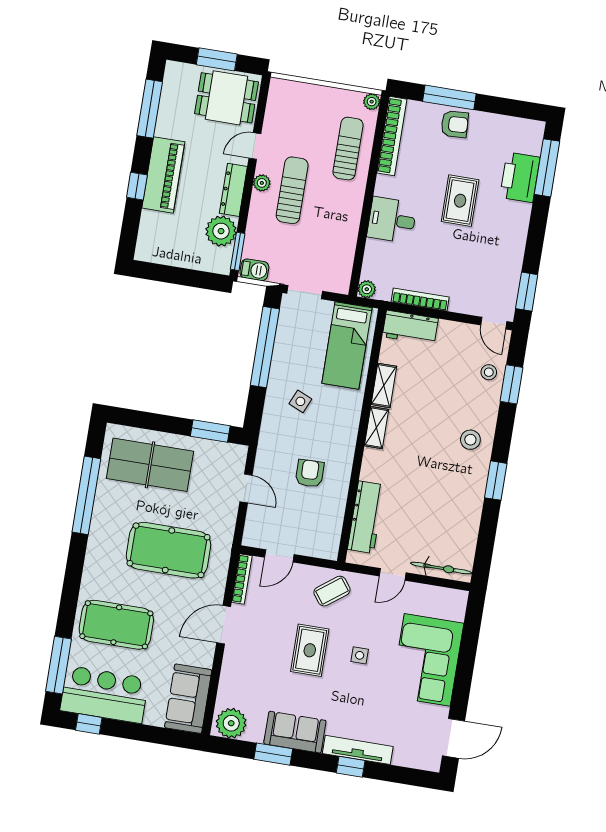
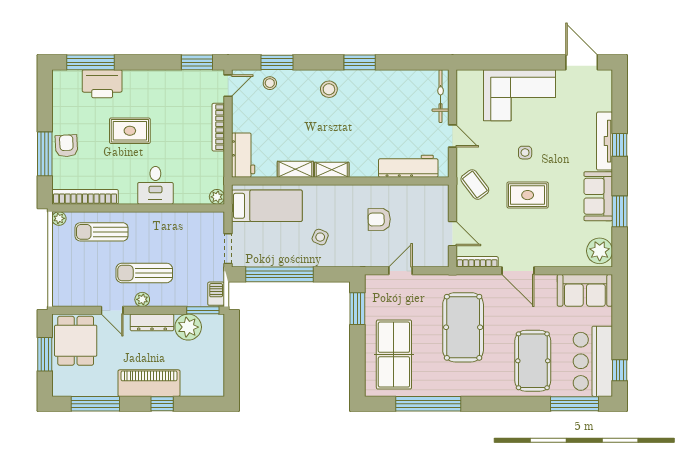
bookcase: (420, 300) -> (218, 127), moved

